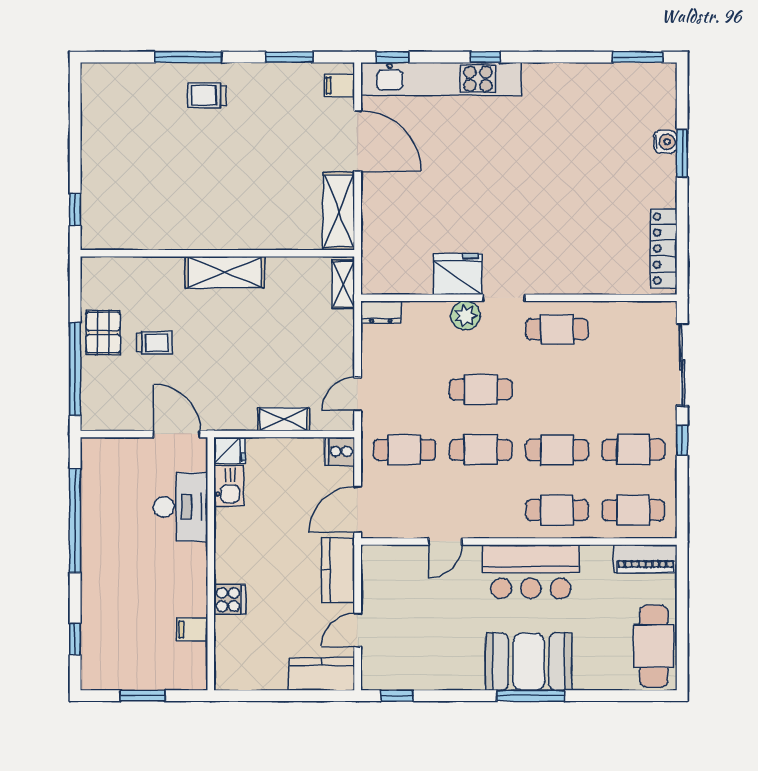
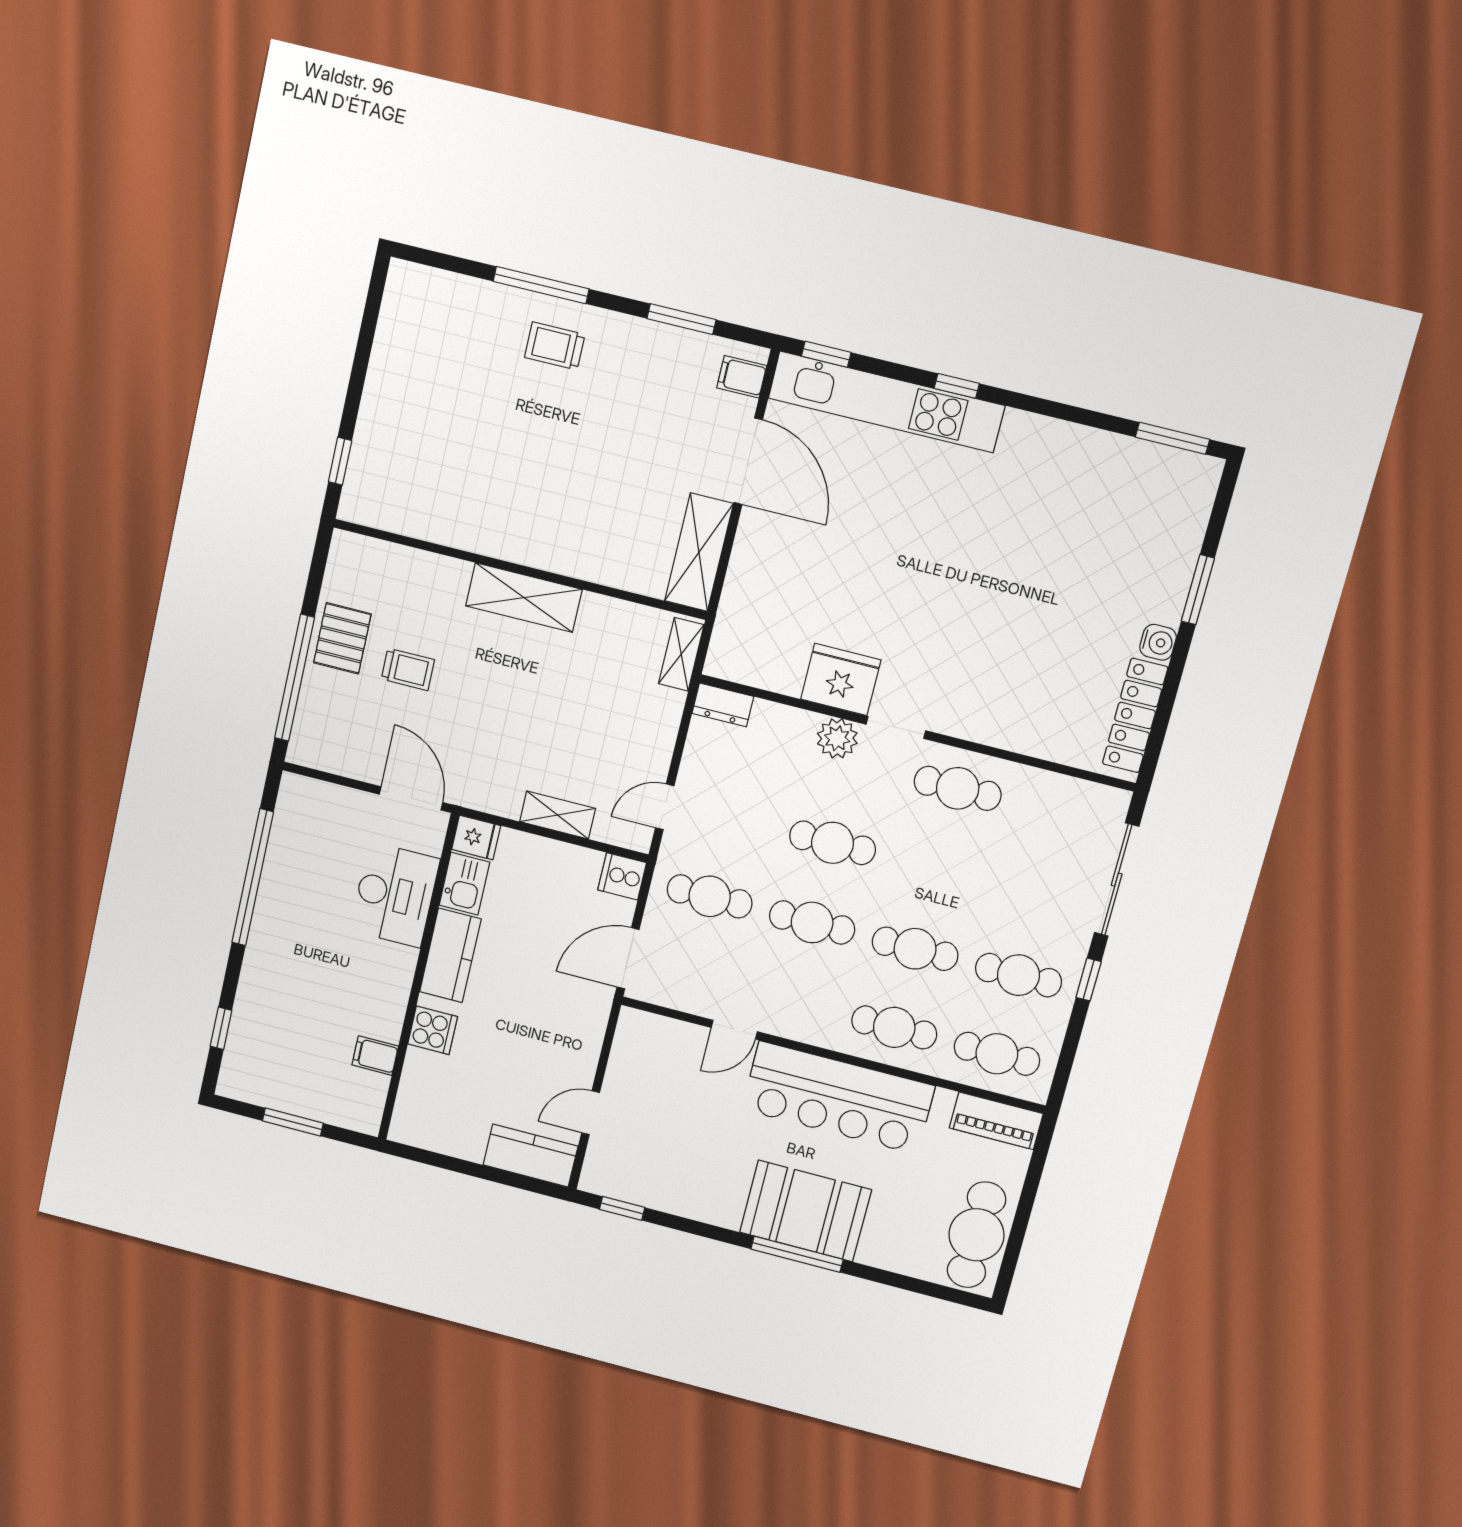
water cooler: (665, 142) -> (1158, 642), moved
kitchen counter: (338, 570) -> (450, 955), moved, turned 180
bar counter: (531, 572) -> (838, 1098), width x1.36

